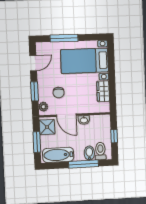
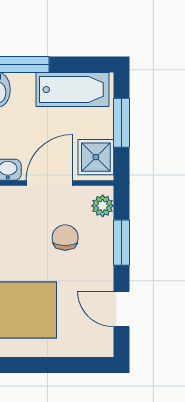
window: (64, 38) -> (47, 365), removed
door: (33, 63) -> (121, 309), hinge flipped
door: (66, 115) -> (49, 183), hinge flipped

